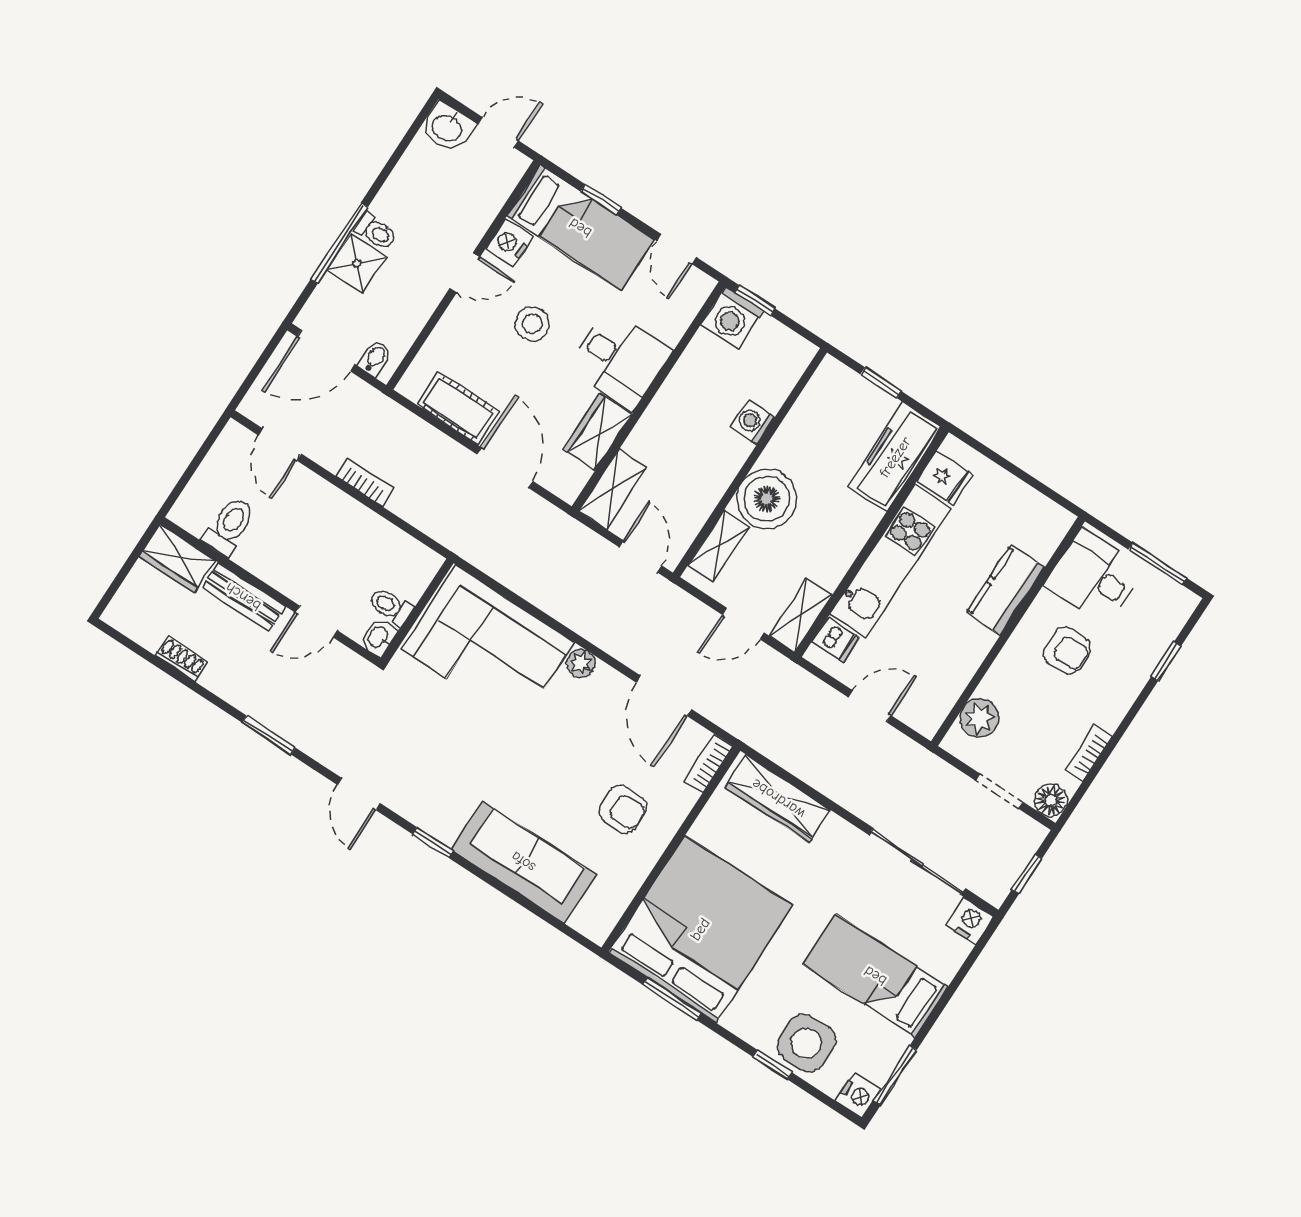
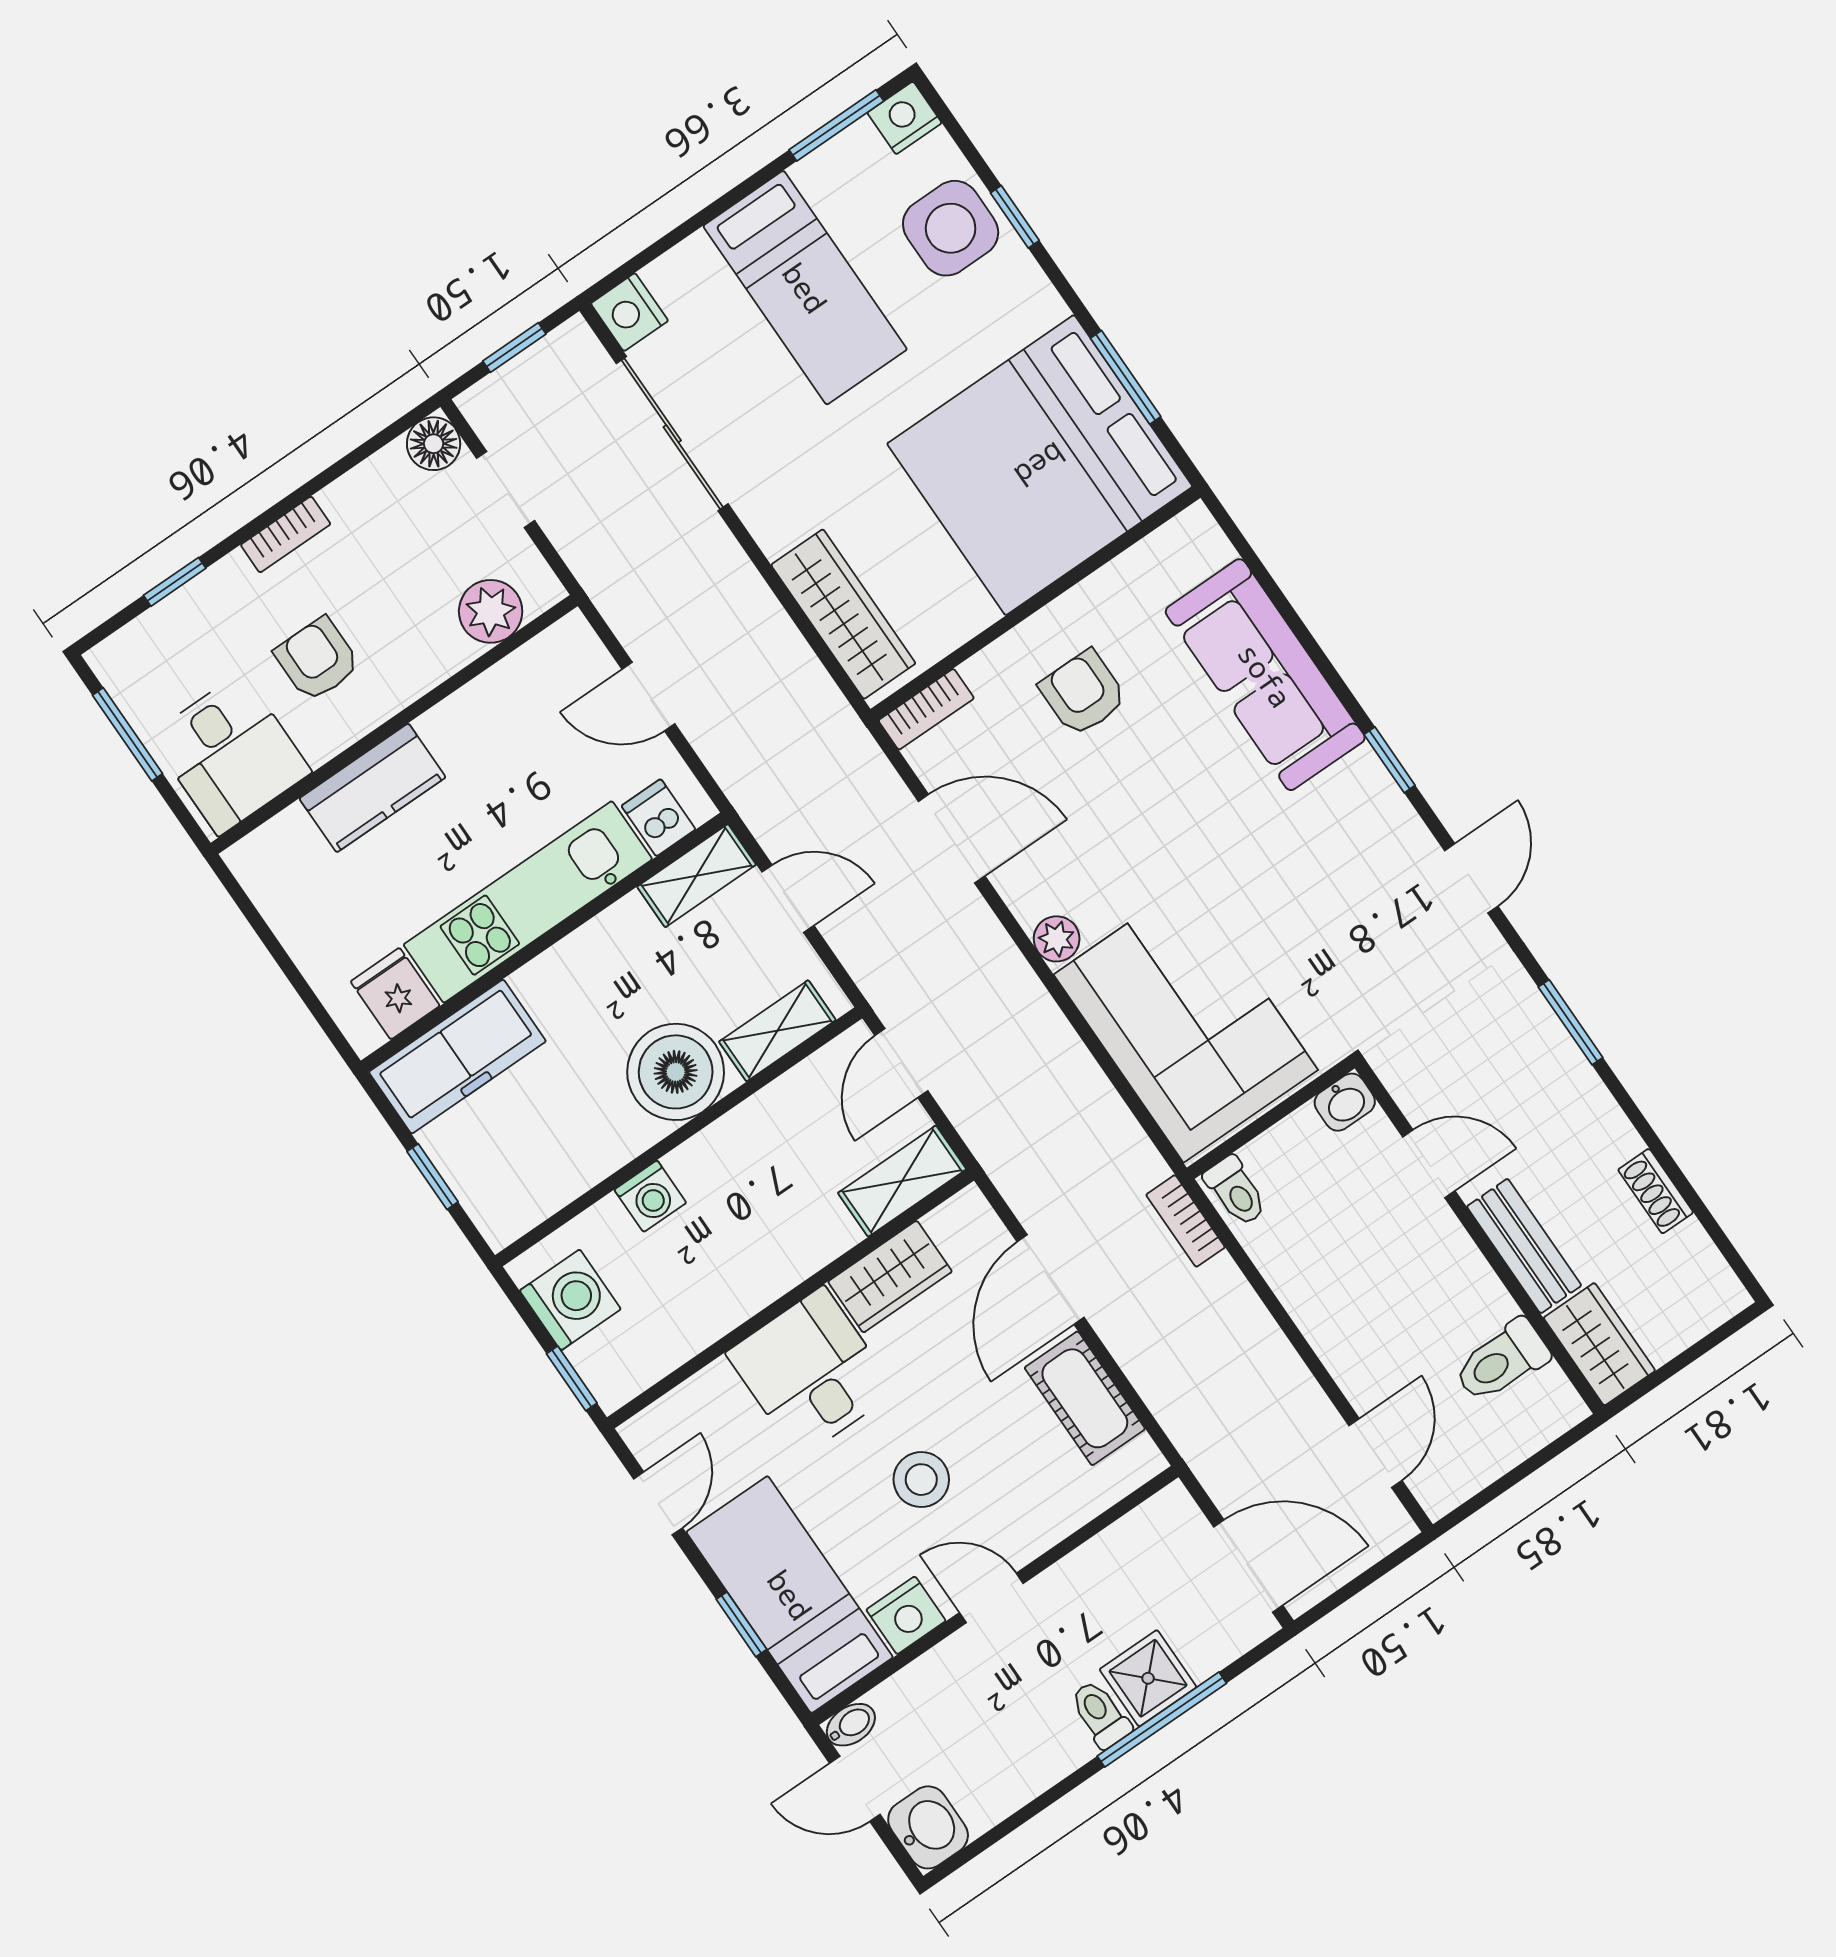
washing machine: (732, 317) -> (570, 1300), moved
bidet: (375, 358) -> (851, 1725), moved, turned 180
bookcase: (365, 482) -> (1186, 1221), moved
toilet: (391, 606) -> (1236, 1191), moved
door: (664, 696) -> (952, 839), hinge flipped
bookcase: (1089, 753) -> (286, 534), moved

